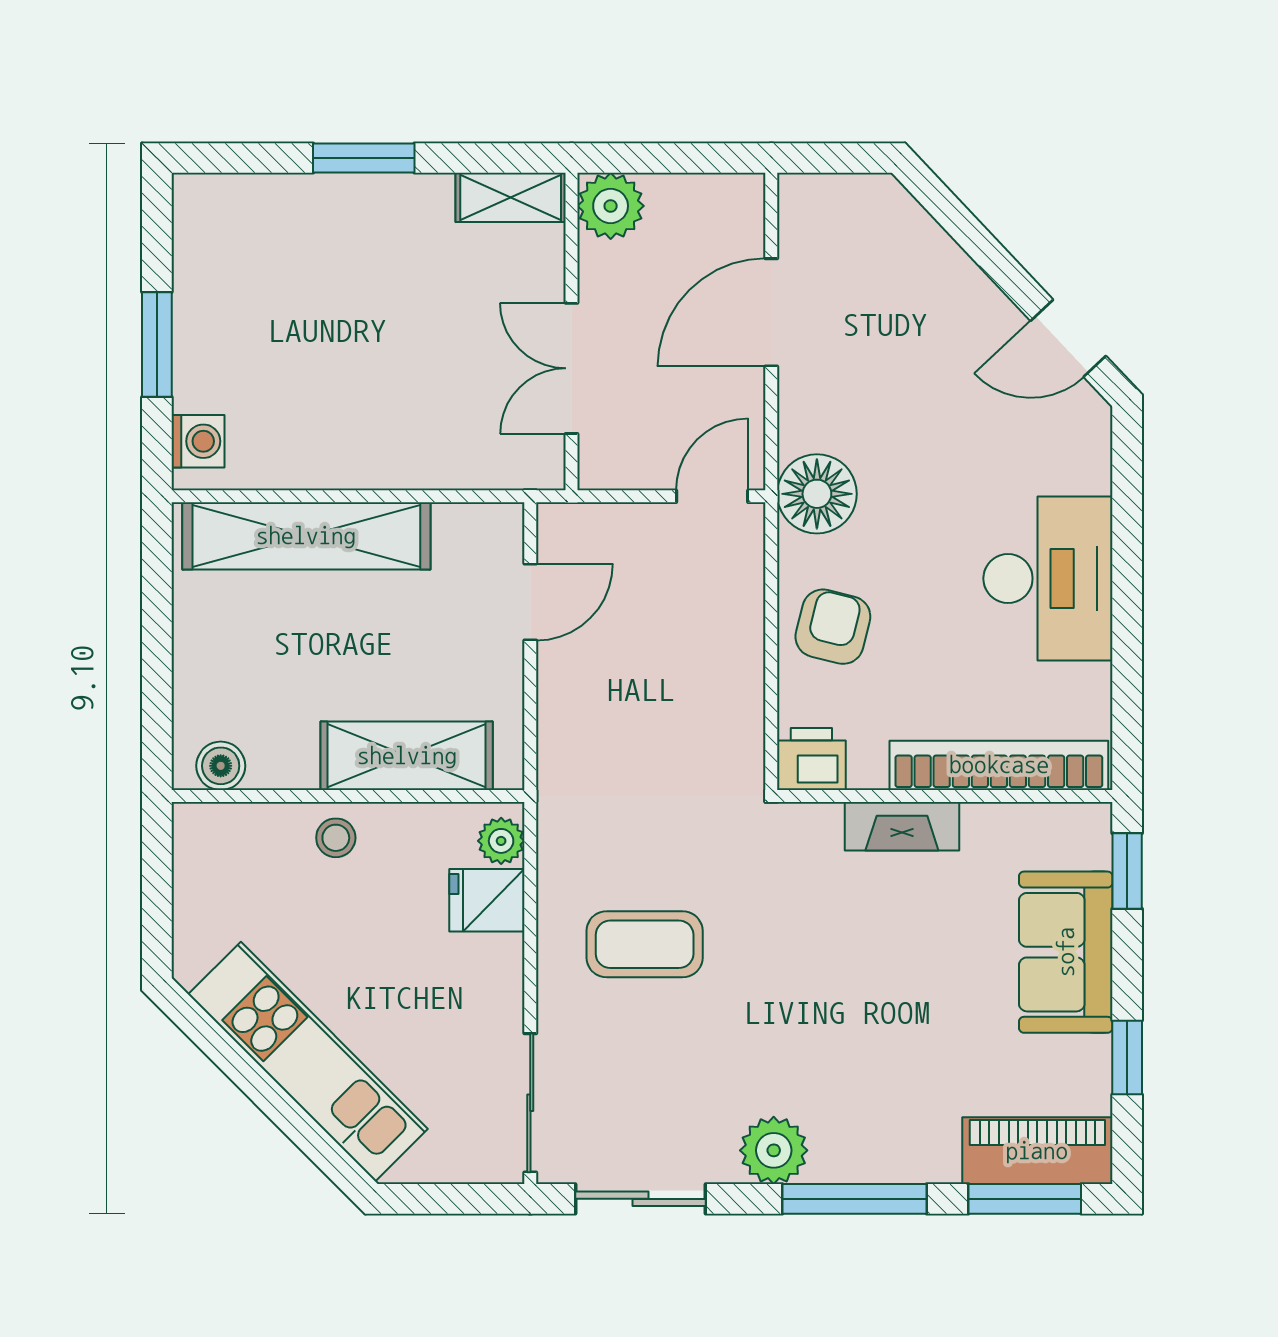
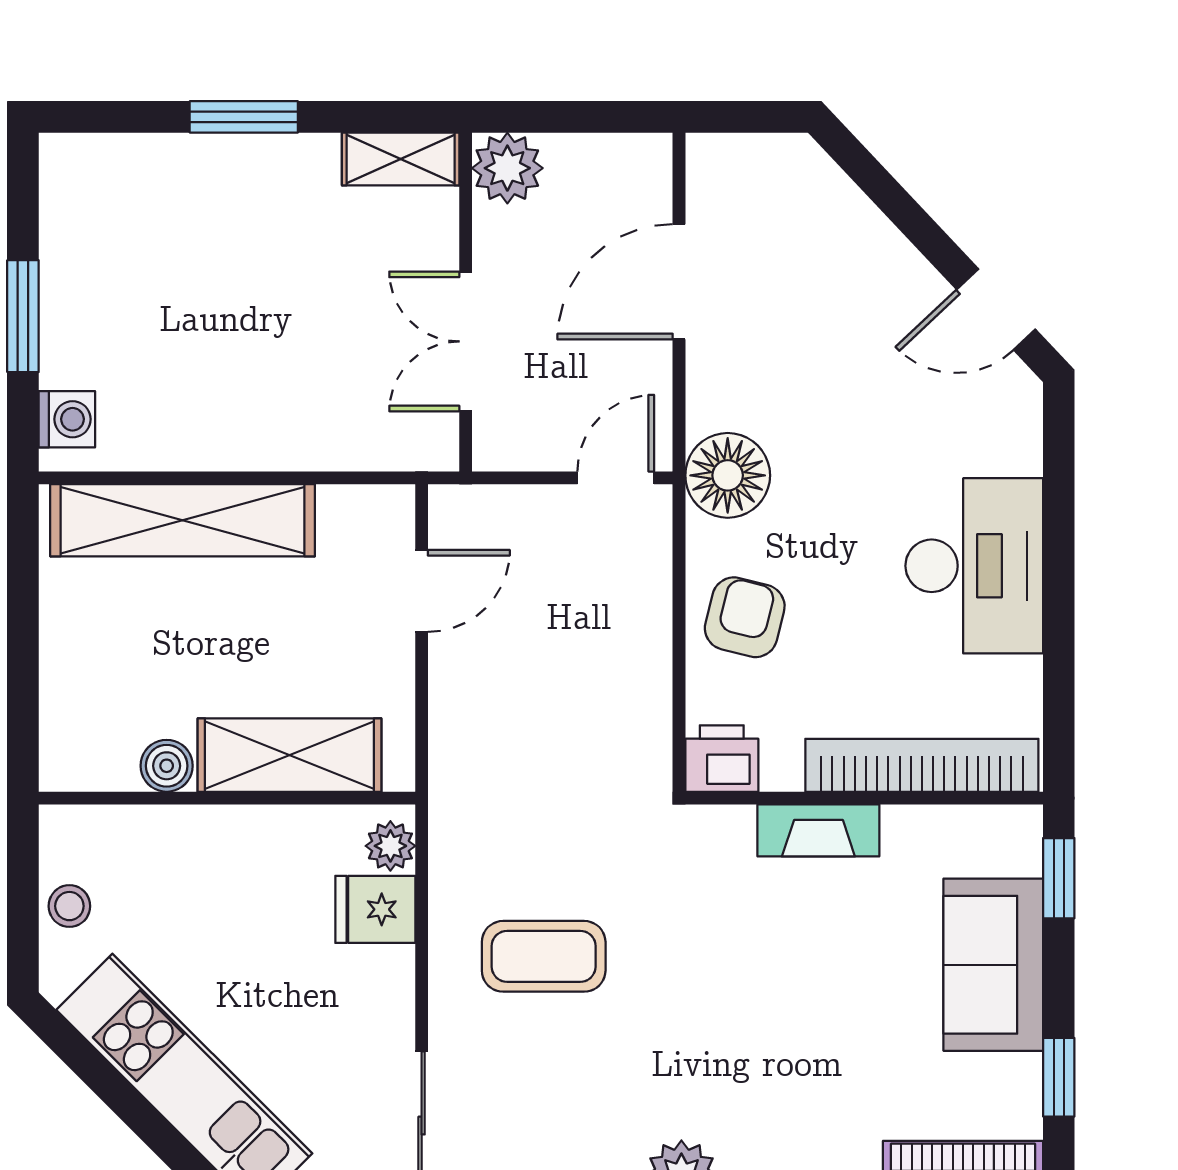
boiler: (221, 766) -> (167, 766), moved
stool: (336, 838) -> (69, 906), moved

